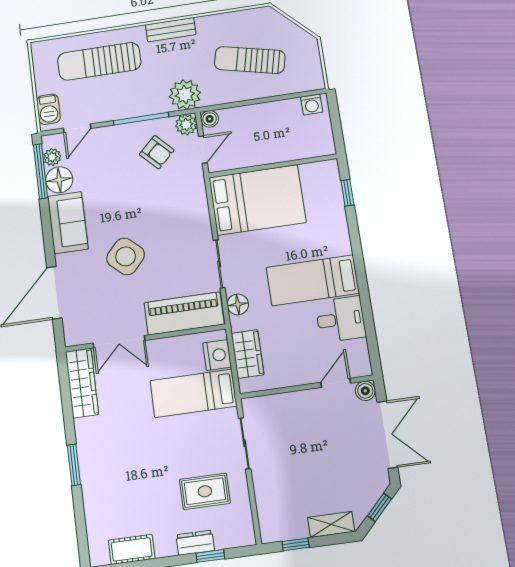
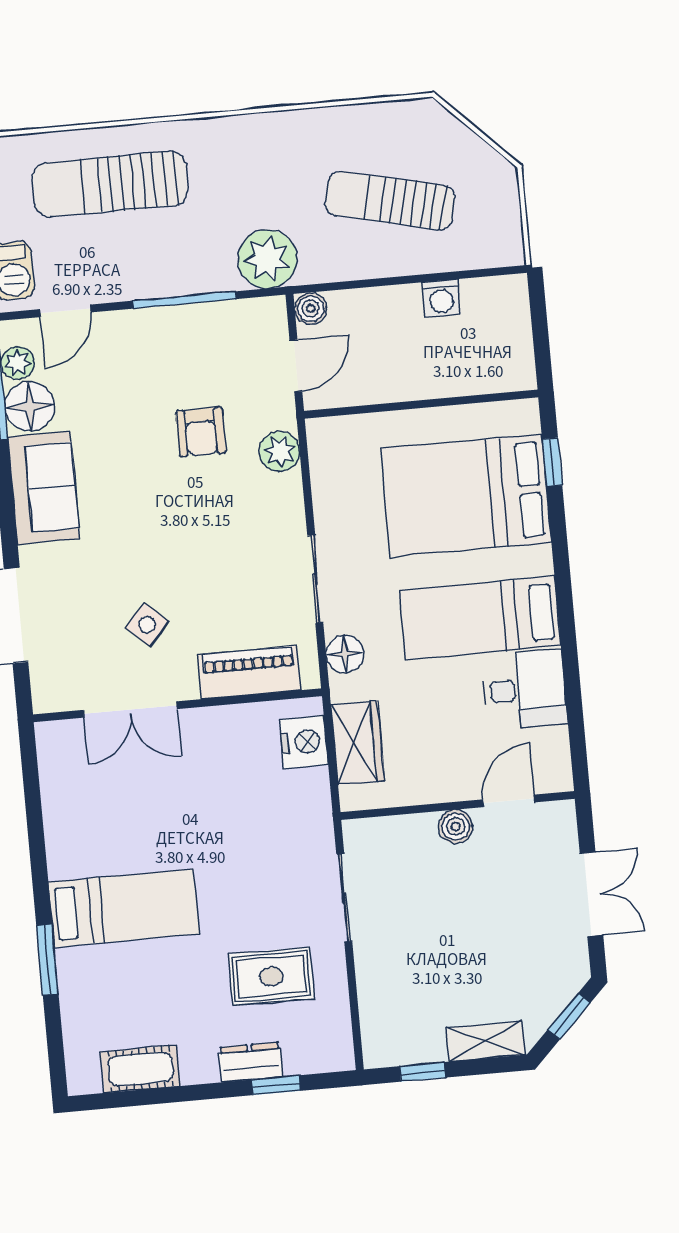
bench: (171, 30) -> (246, 131), removed
washing machine: (312, 105) -> (441, 298), moved
plant: (186, 125) -> (280, 451), moved
armchair: (157, 152) -> (201, 432), moved, turned 44
bed: (257, 200) -> (466, 495), moved, turned 180
side table: (126, 256) -> (147, 625), moved, width x0.54, depth x0.54
piano: (184, 314) -> (249, 672), width x0.73, depth x0.75
wardrobe: (82, 383) -> (62, 779), removed
boiler: (365, 391) -> (456, 827), moved
bed: (193, 393) -> (124, 908), moved, turned 180
double door: (387, 435) -> (591, 894), width x0.73
window: (74, 465) -> (47, 960), moved

